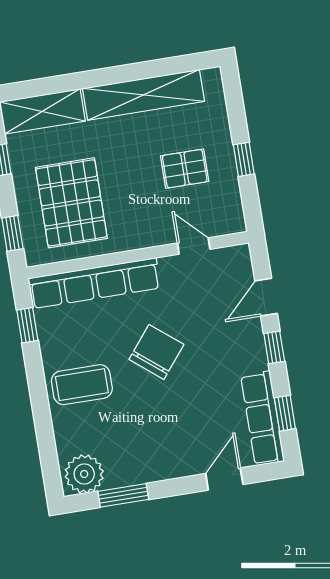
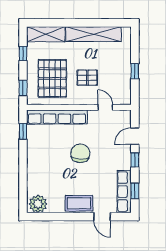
pallet: (185, 169) -> (87, 78), moved
chair: (156, 352) -> (80, 153), turned -35
coffee table: (82, 385) -> (79, 203), moved
door: (224, 479) -> (102, 217), swing flipped
window: (123, 495) -> (54, 217), removed

